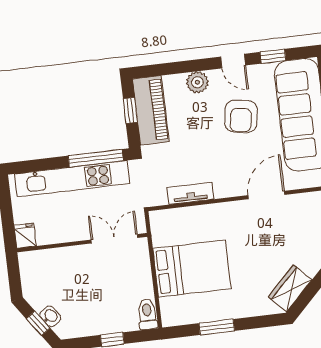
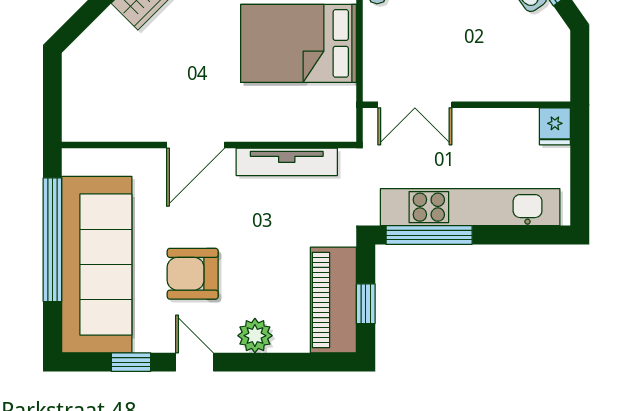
armchair: (241, 116) -> (193, 274), turned -99
tv unit: (190, 193) -> (287, 162), width x1.41
door: (266, 195) -> (196, 145), moved

